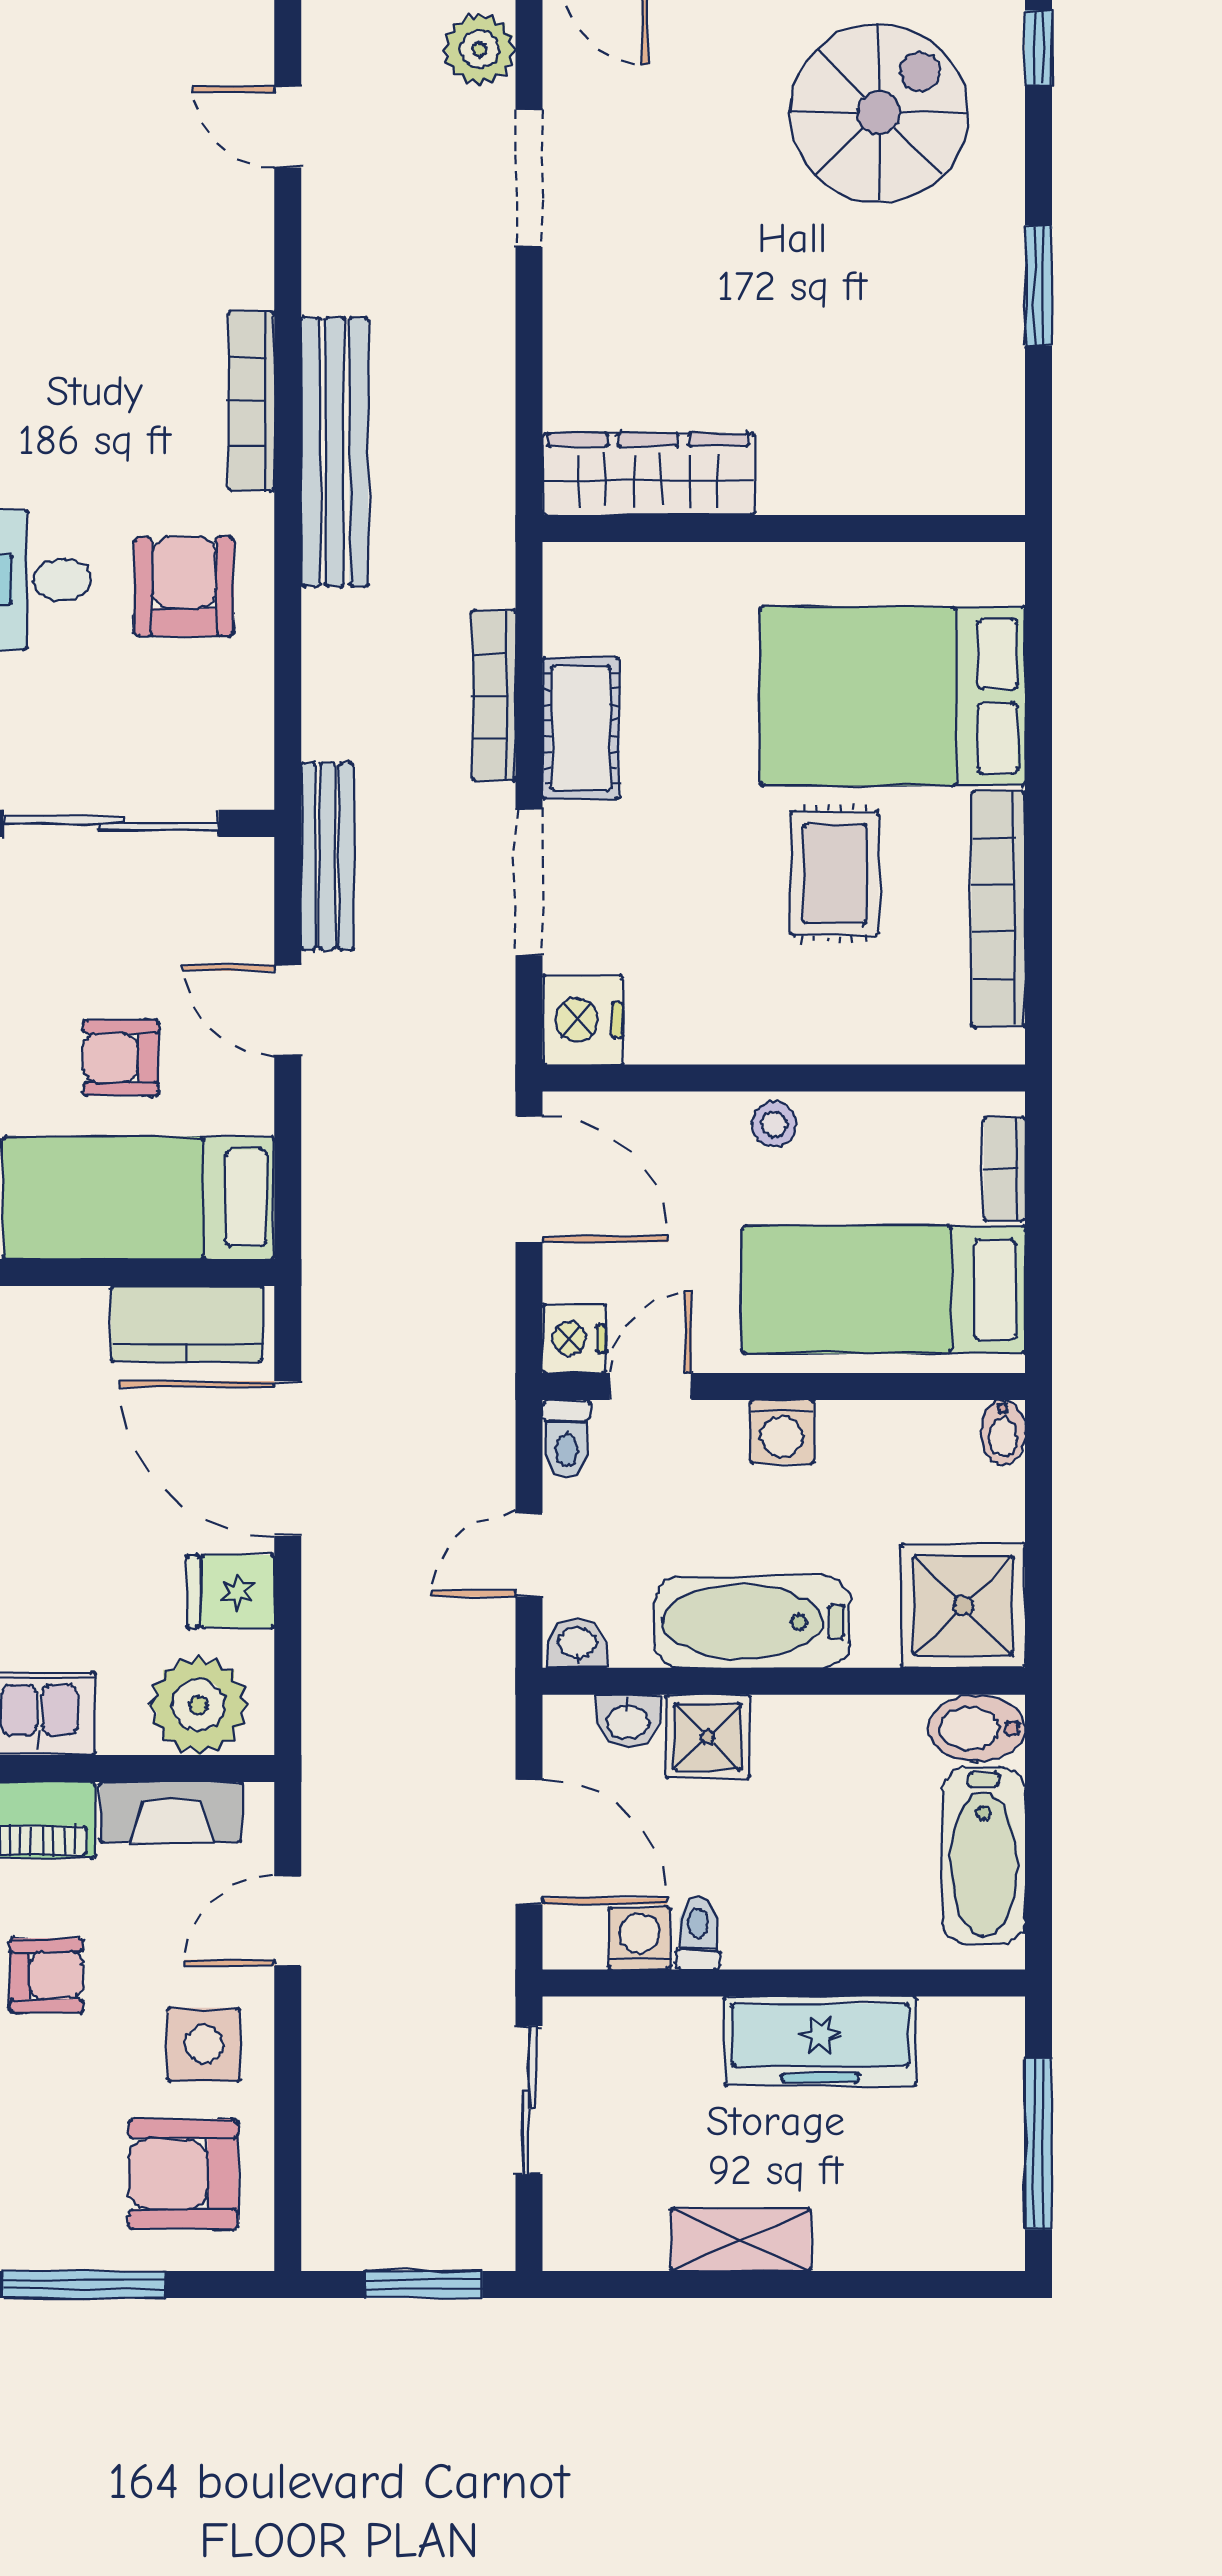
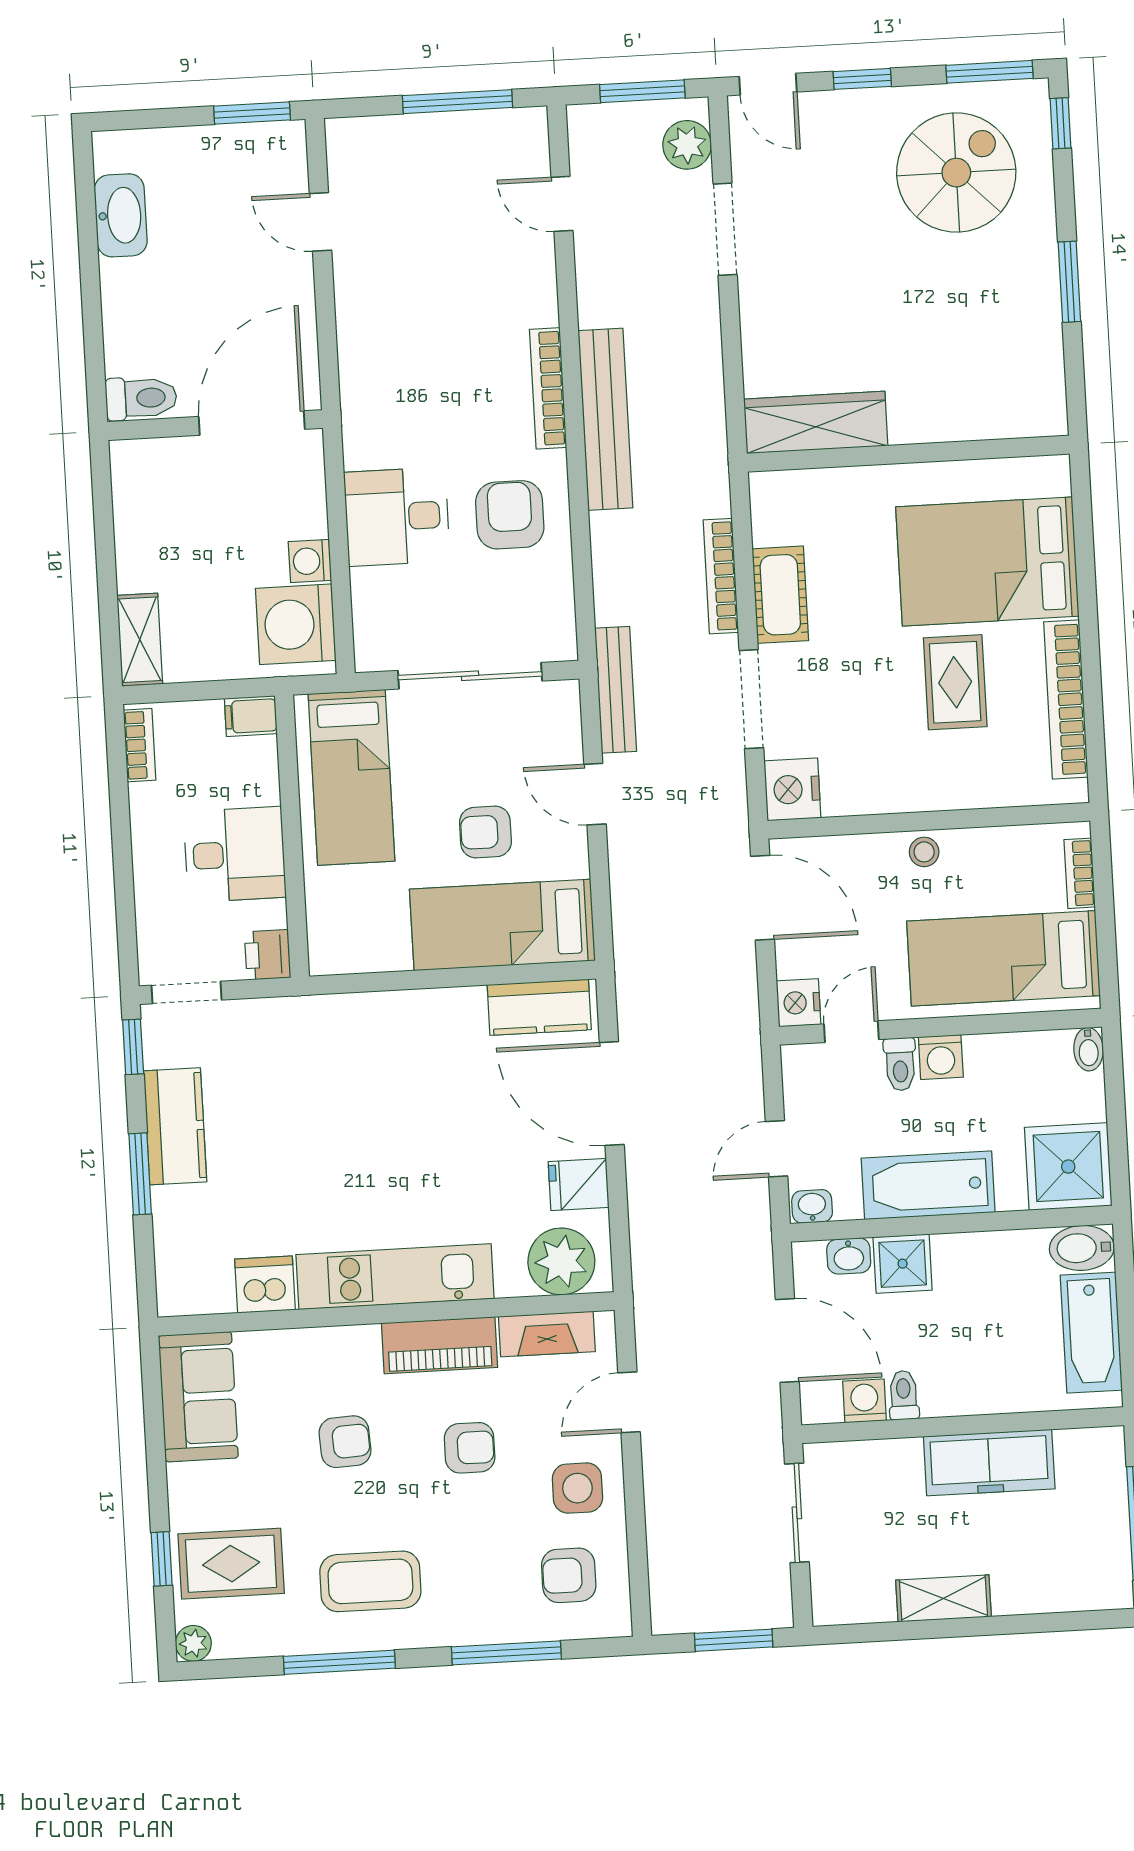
toilet: (567, 1439) -> (900, 1064), moved
armchair: (183, 2174) -> (569, 1575), width x0.72, depth x0.72

